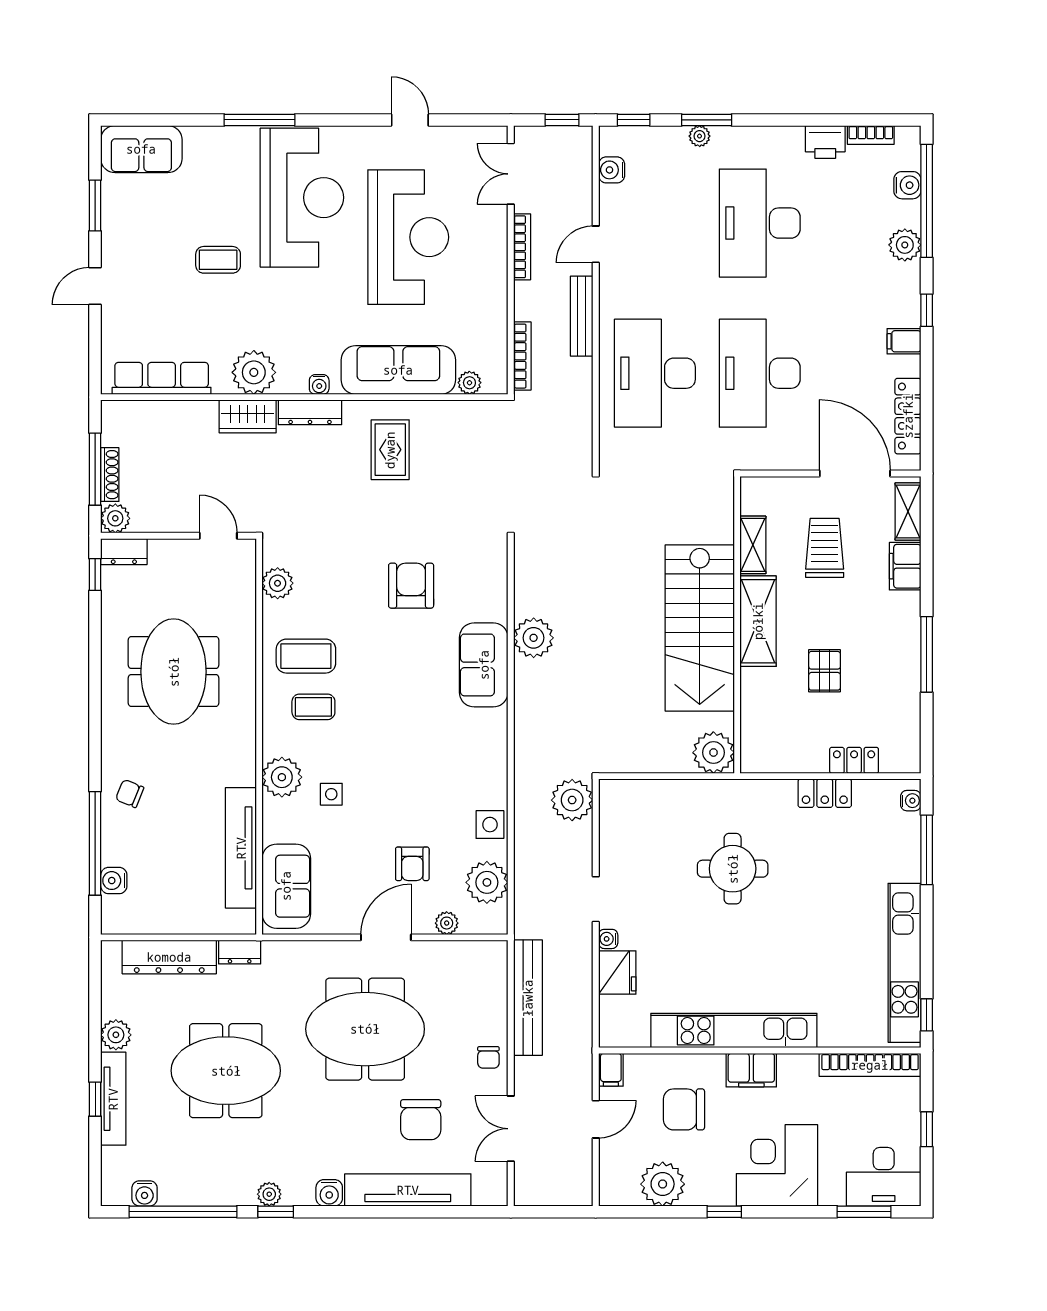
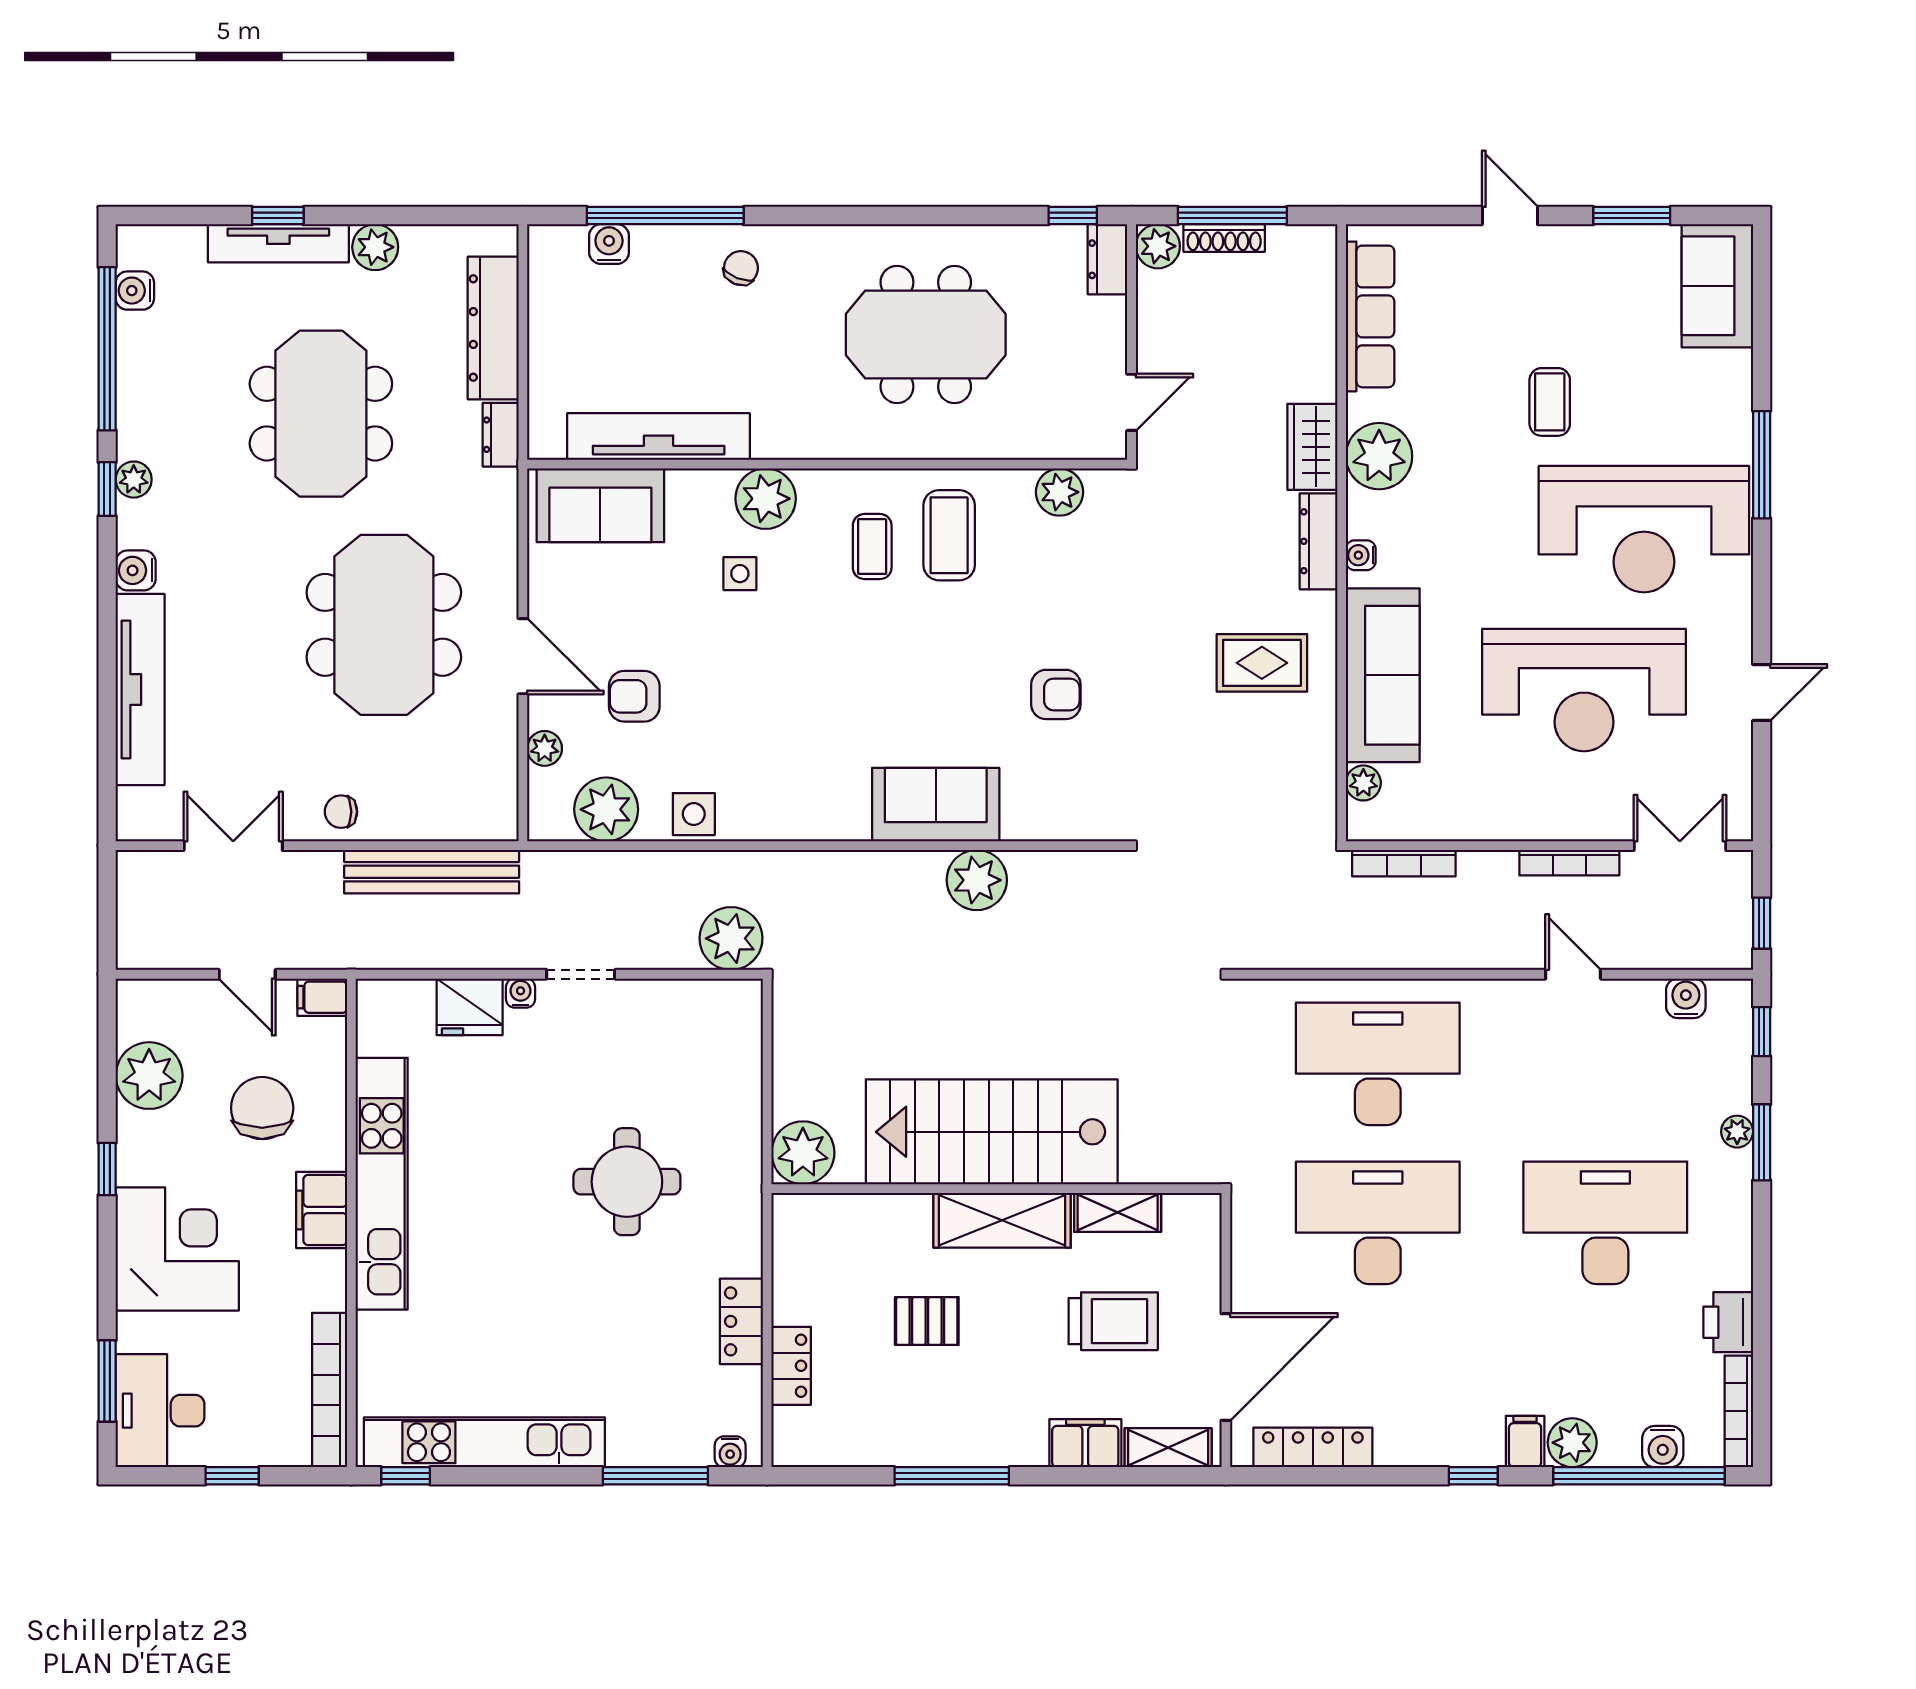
bookcase: (871, 135) -> (1739, 1411), width x1.56
bench: (582, 316) -> (1464, 953), removed
filing cabinet: (904, 341) -> (1525, 1441), moved
armchair: (411, 586) -> (1056, 694), width x0.72, depth x0.72
chair: (421, 1120) -> (247, 709), removed

